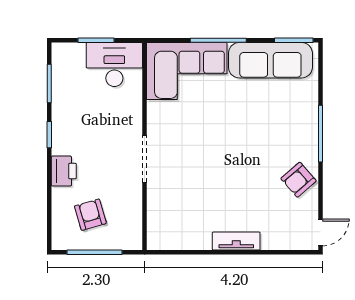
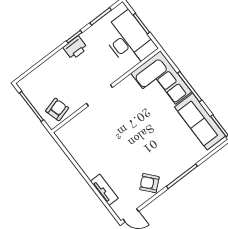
desk: (114, 65) -> (129, 40), width x1.36, depth x1.30
printer: (64, 171) -> (75, 48), moved
armchair: (90, 215) -> (57, 109), moved
tv unit: (236, 241) -> (104, 190), moved

